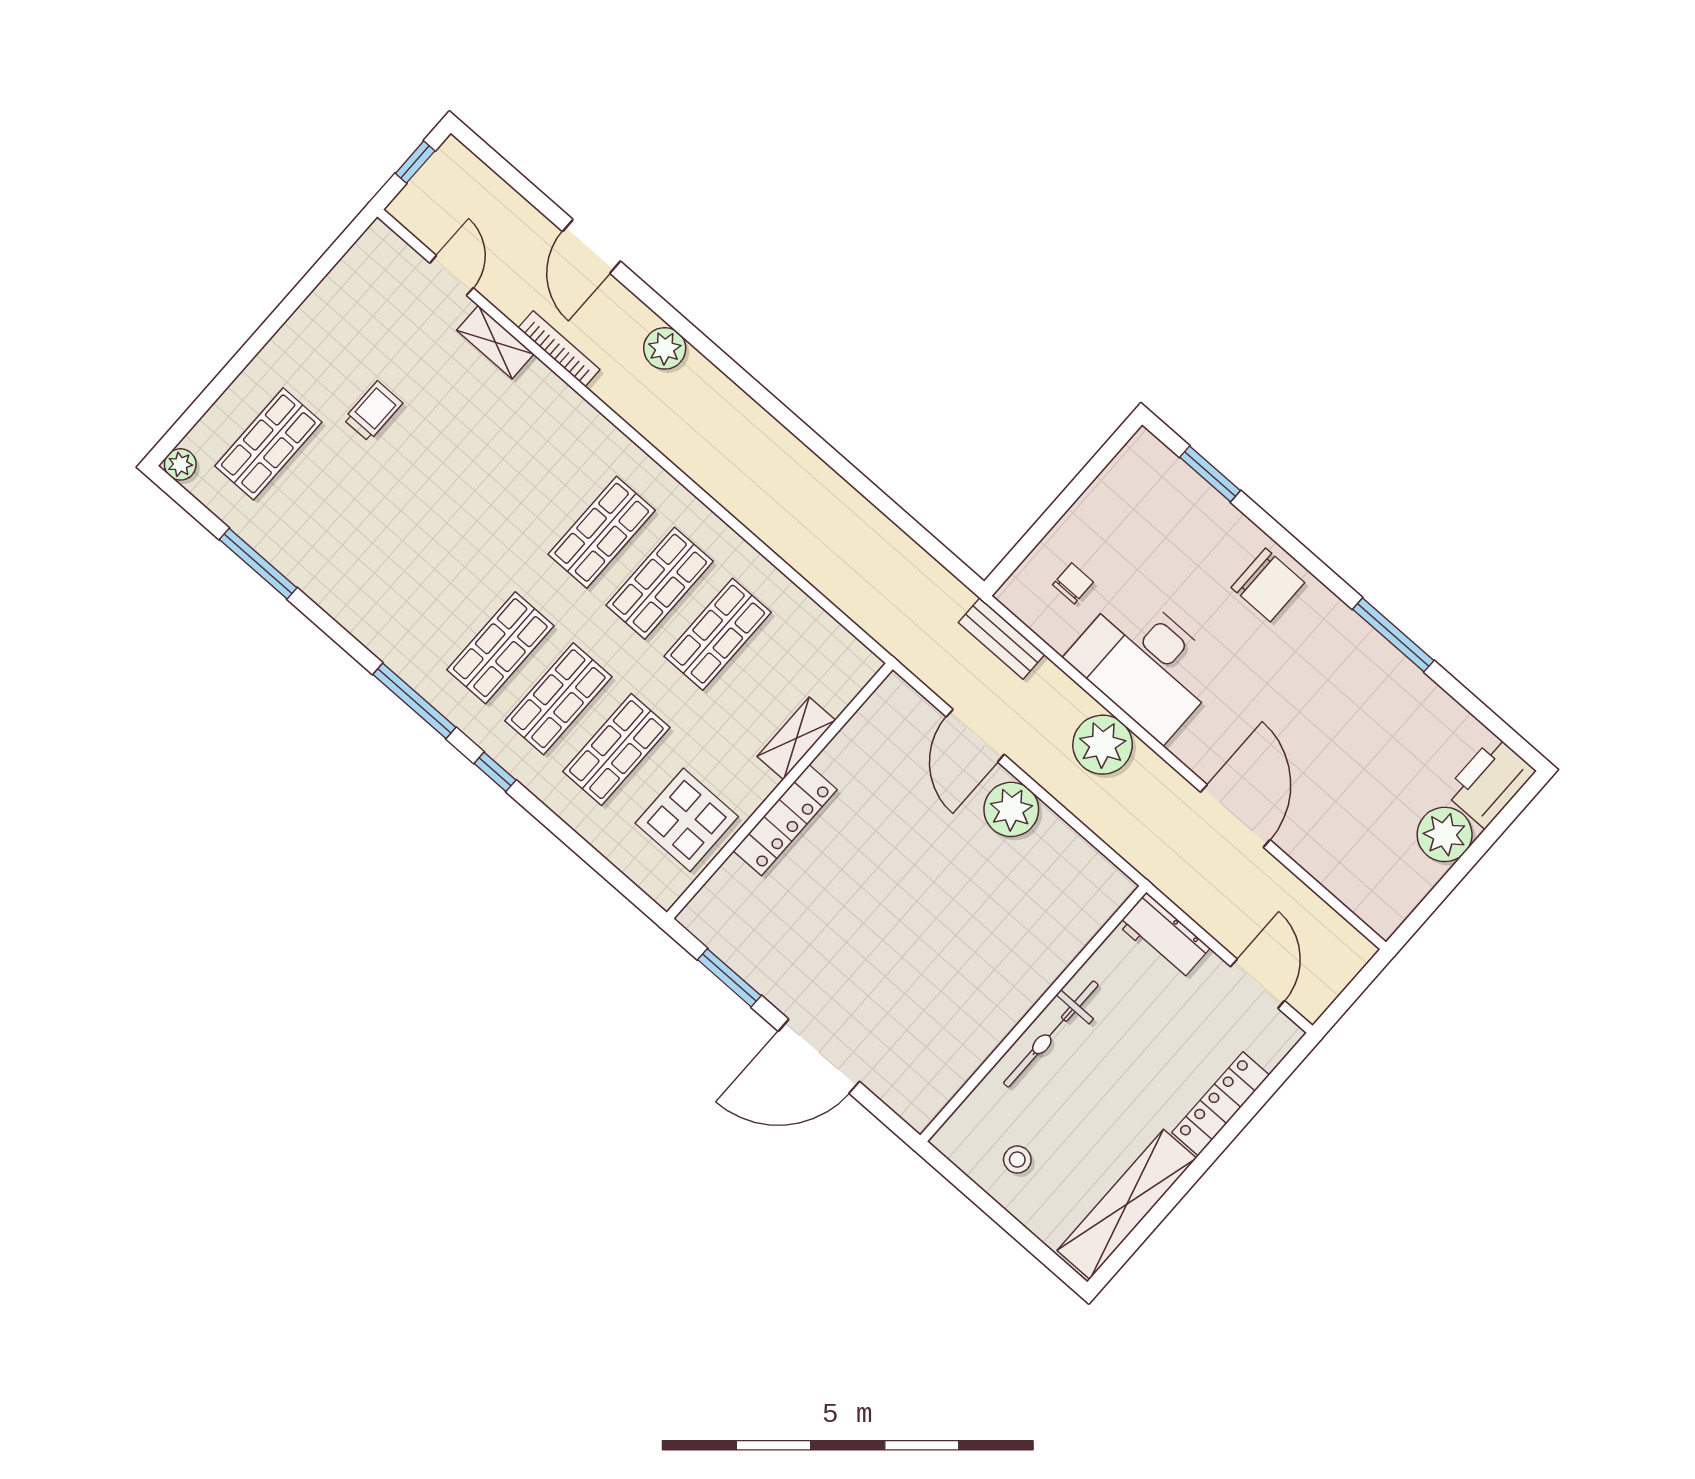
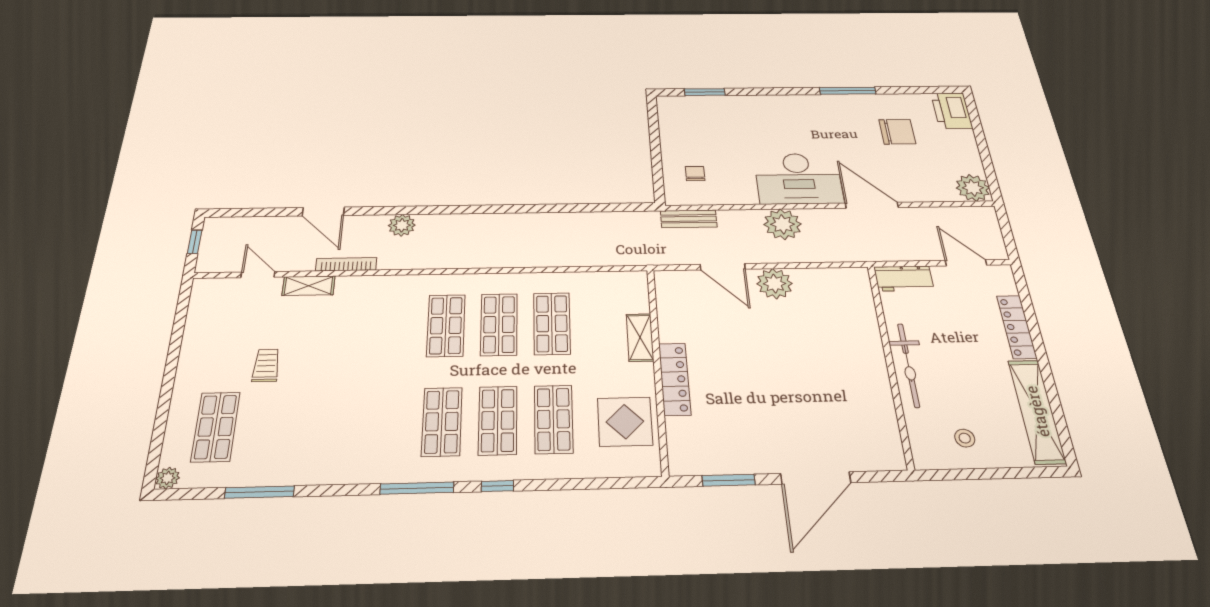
chair: (1268, 585) -> (897, 132), moved
desk: (1146, 664) -> (798, 179), moved
plant: (1445, 834) -> (973, 188), moved

